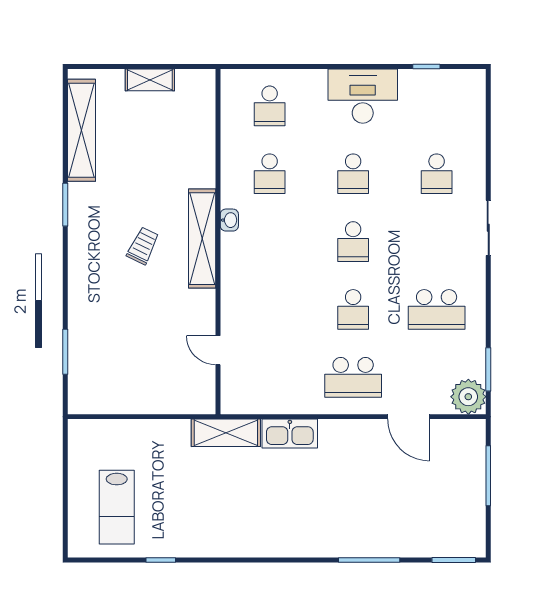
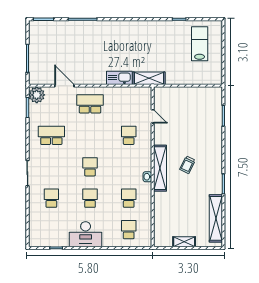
school desk: (353, 309) -> (129, 135), moved

